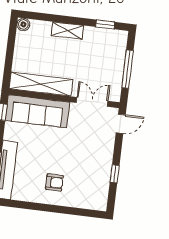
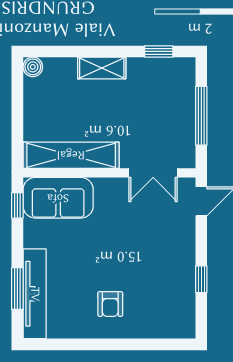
double door: (92, 102) -> (153, 173), swing flipped
sofa: (37, 111) -> (58, 198), width x0.73
armchair: (54, 182) -> (110, 304), turned 90

